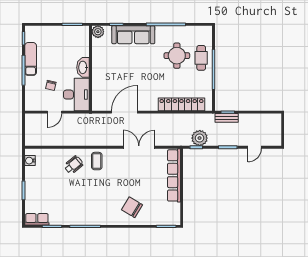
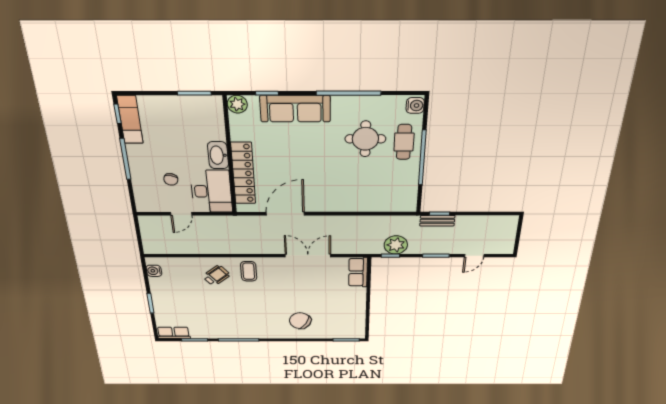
water cooler: (207, 33) -> (415, 105), added
exam couch: (31, 59) -> (130, 120), moved
locker: (181, 104) -> (243, 173), moved, turned 90
row of seats: (174, 175) -> (358, 272), width x0.50

